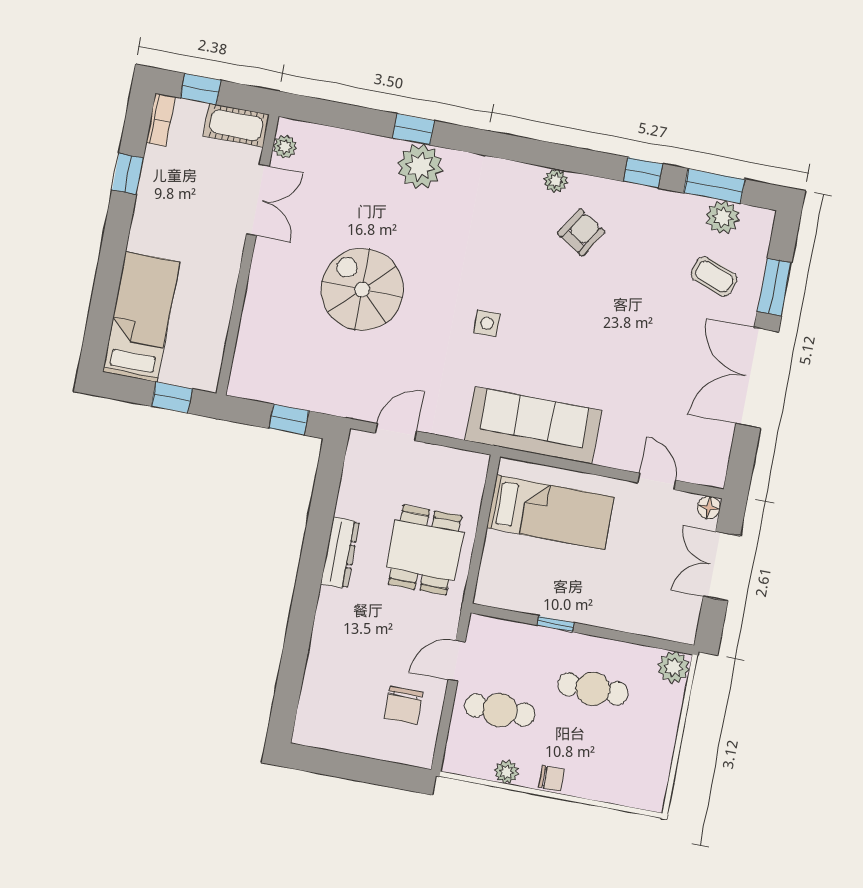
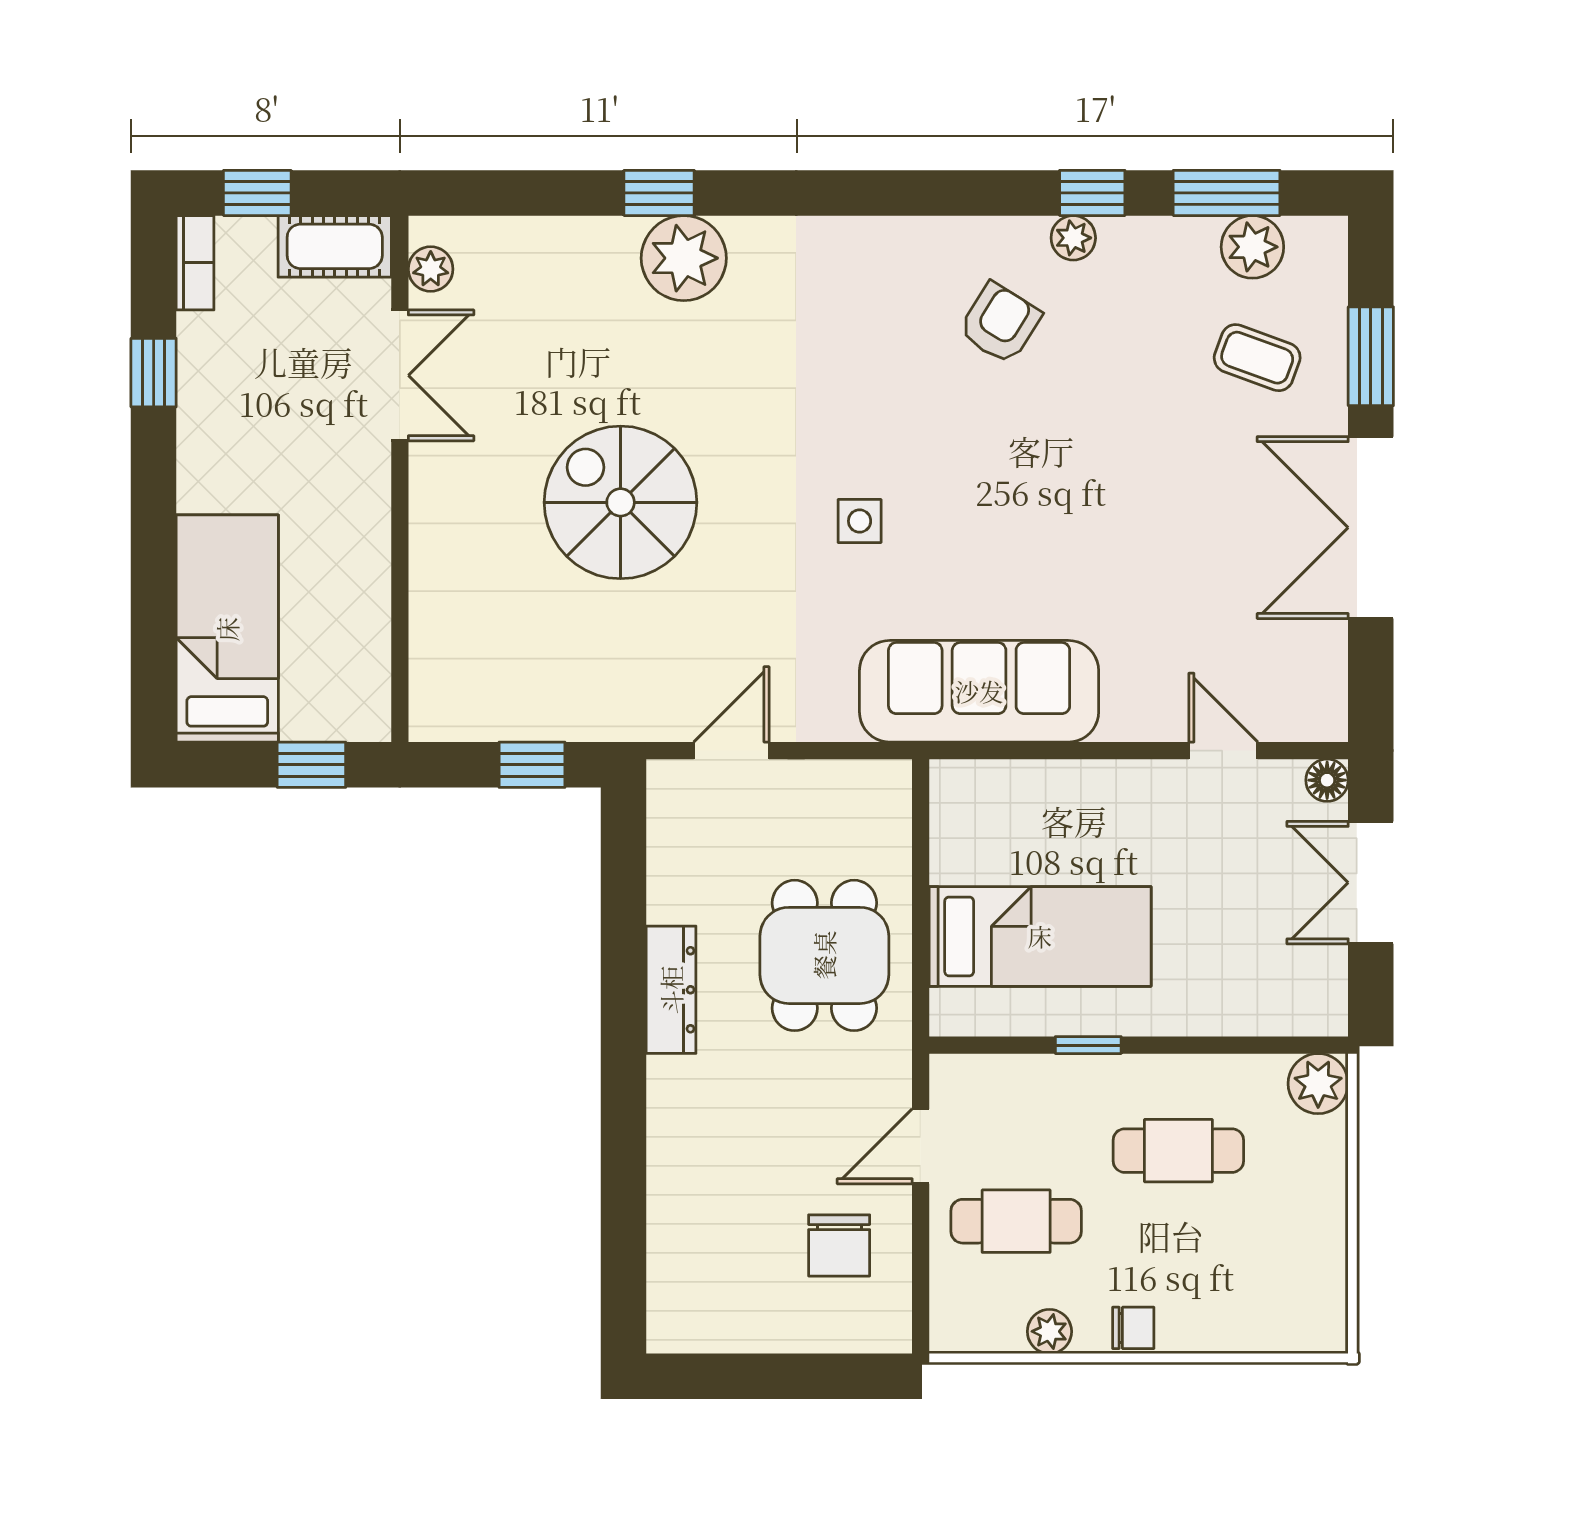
plant: (556, 181) -> (1073, 238), moved
bed: (550, 512) -> (1040, 936), moved

